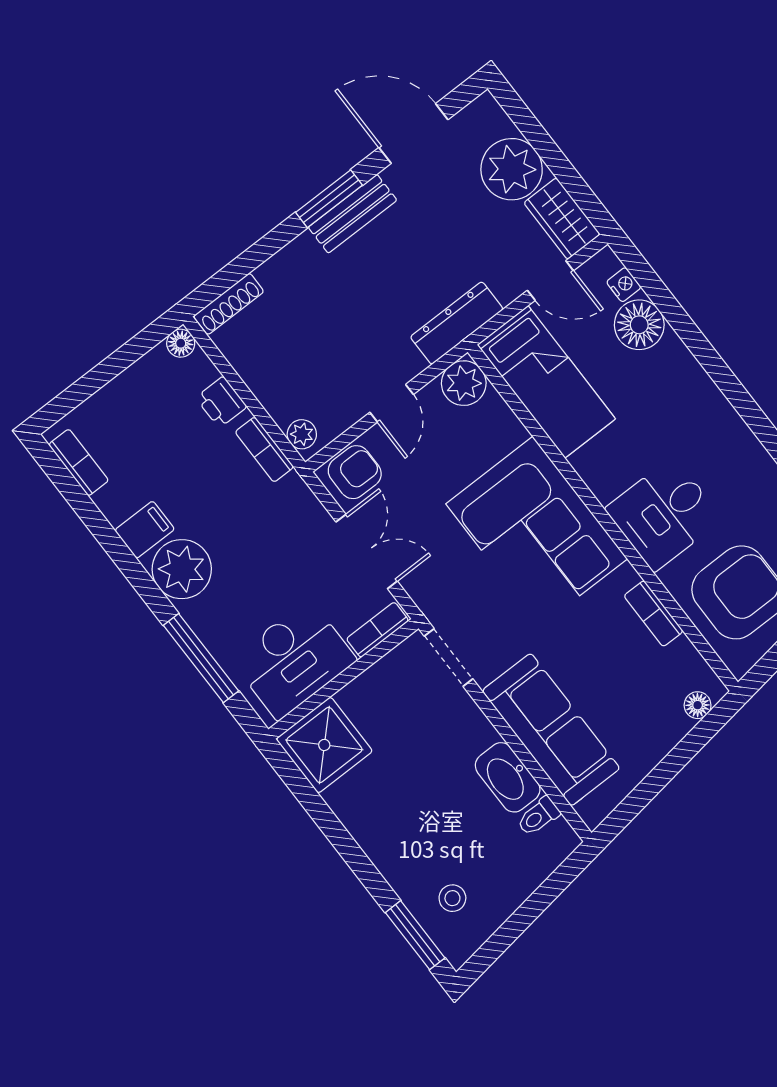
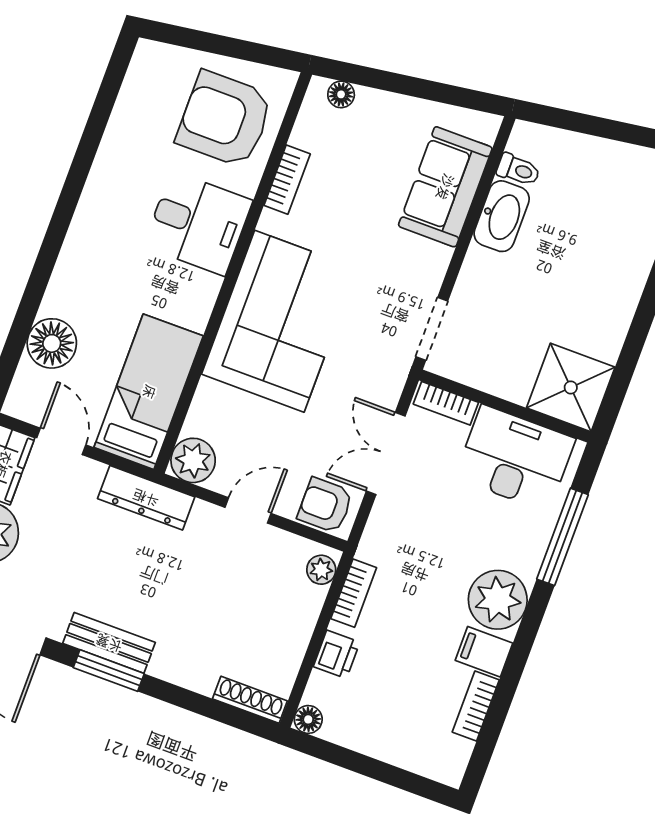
nightstand: (624, 285) -> (26, 377), removed
bookcase: (79, 462) -> (476, 706), moved
sofa: (551, 730) -> (445, 187), width x0.73
stool: (452, 898) -> (632, 199), removed

